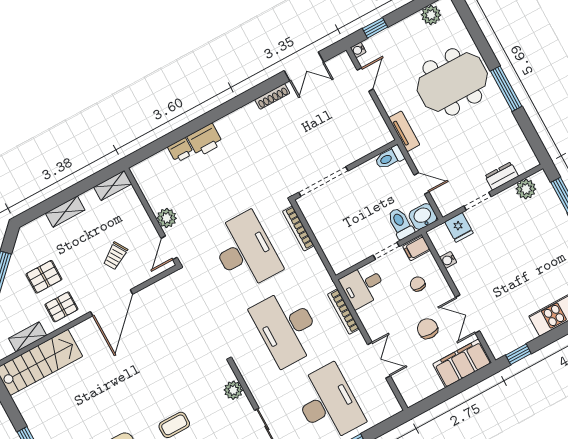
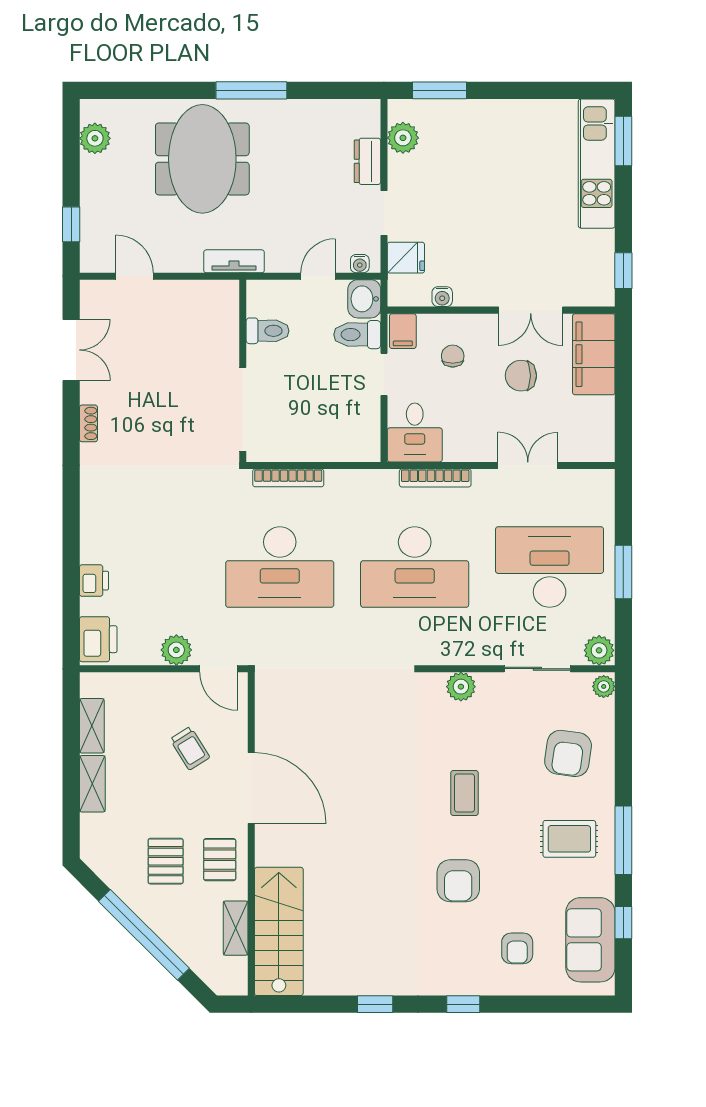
water cooler: (358, 50) -> (360, 264), moved
shoe rack: (272, 96) -> (89, 423), width x0.70
printer: (205, 140) -> (98, 639), moved
toilet: (389, 158) -> (267, 331), moved, turned -90
shelving: (113, 185) -> (92, 726), moved
desk: (245, 251) -> (280, 567), turned 180
chair: (418, 284) -> (453, 356), turned 90

